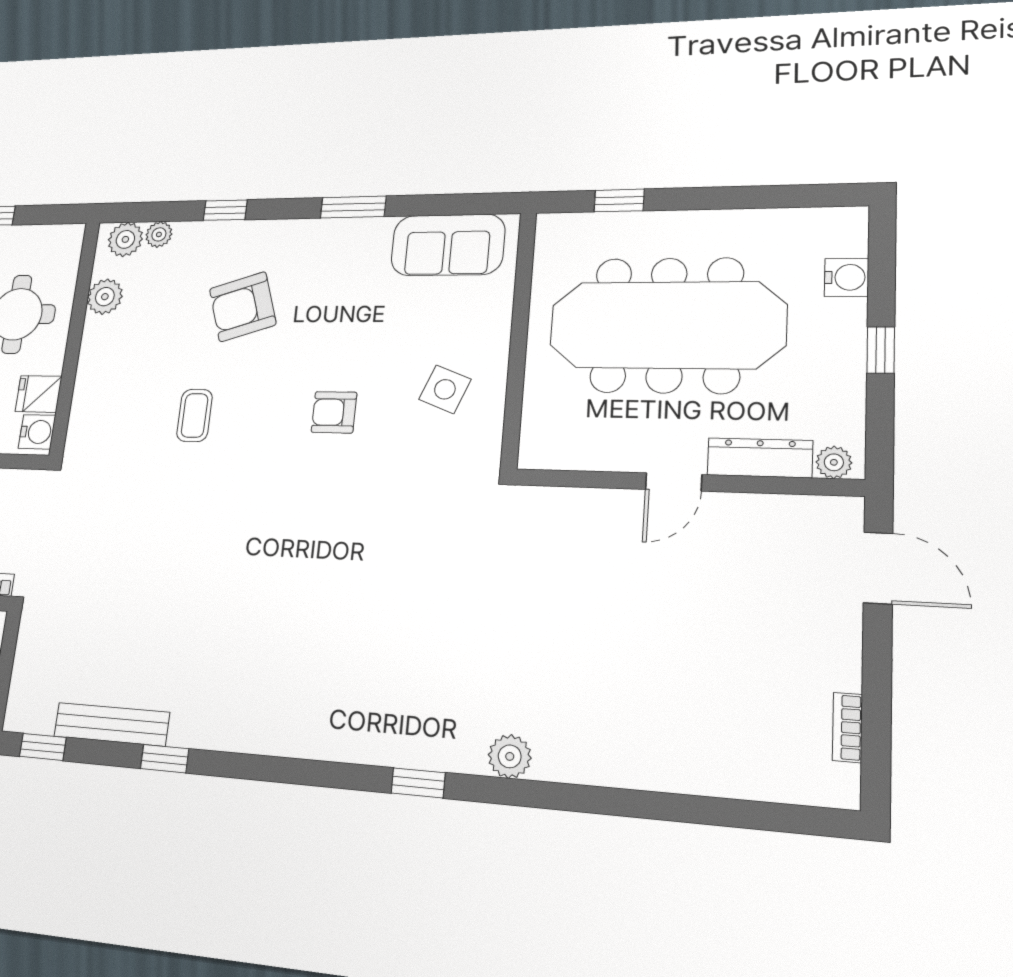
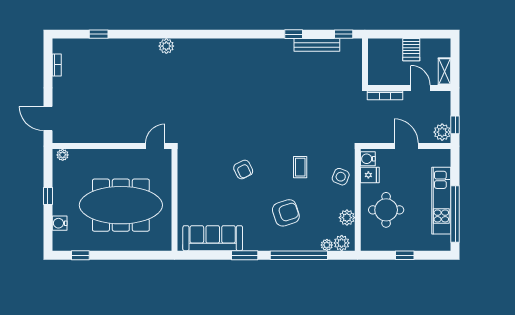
window: (619, 200) -> (80, 255), moved
window: (225, 210) -> (299, 255), width x3.17
sofa: (448, 245) -> (213, 238), width x1.36
side table: (445, 389) -> (341, 177), moved
armchair: (334, 412) -> (243, 169), turned 64
dresser: (760, 458) -> (87, 156), removed
door: (674, 482) -> (155, 146), moved
window: (418, 783) -> (99, 34), moved

